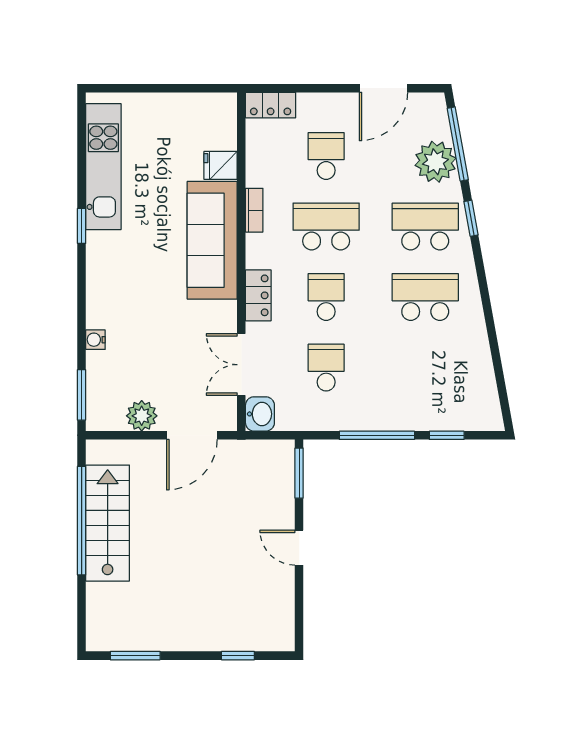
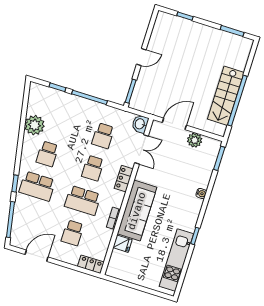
plant: (435, 162) -> (35, 125), moved
school desk: (425, 297) -> (47, 154), width x0.54
water cooler: (95, 340) -> (201, 193), moved
door: (299, 548) -> (141, 57), hinge flipped

